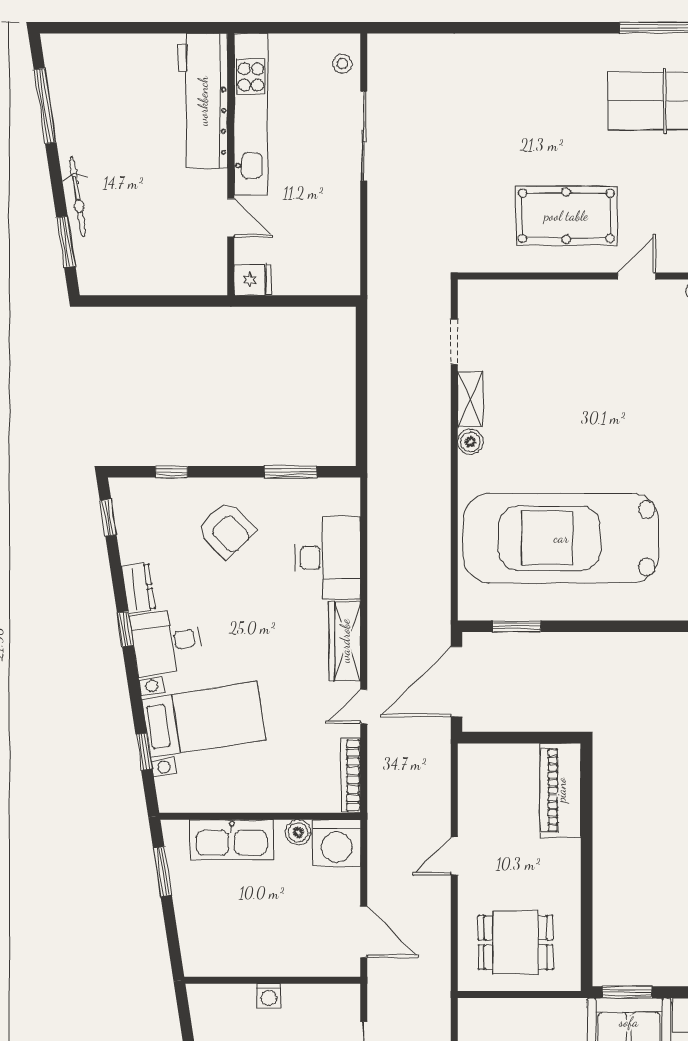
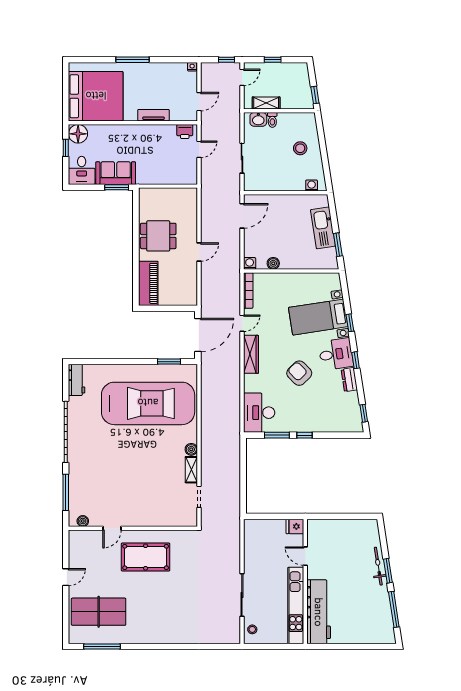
window: (66, 242) -> (388, 571), moved
window: (171, 472) -> (305, 435), moved
armchair: (226, 529) -> (299, 373), moved
desk: (328, 558) -> (259, 413), moved
window: (144, 752) -> (350, 323), moved
kitchen sink: (232, 840) -> (323, 228), moved, turned -99
washing machine: (337, 843) -> (250, 263), width x0.53, depth x0.53
door: (364, 932) -> (242, 216), swing flipped
dining table: (516, 942) -> (158, 236), moved
washing machine: (269, 996) -> (312, 186), moved

